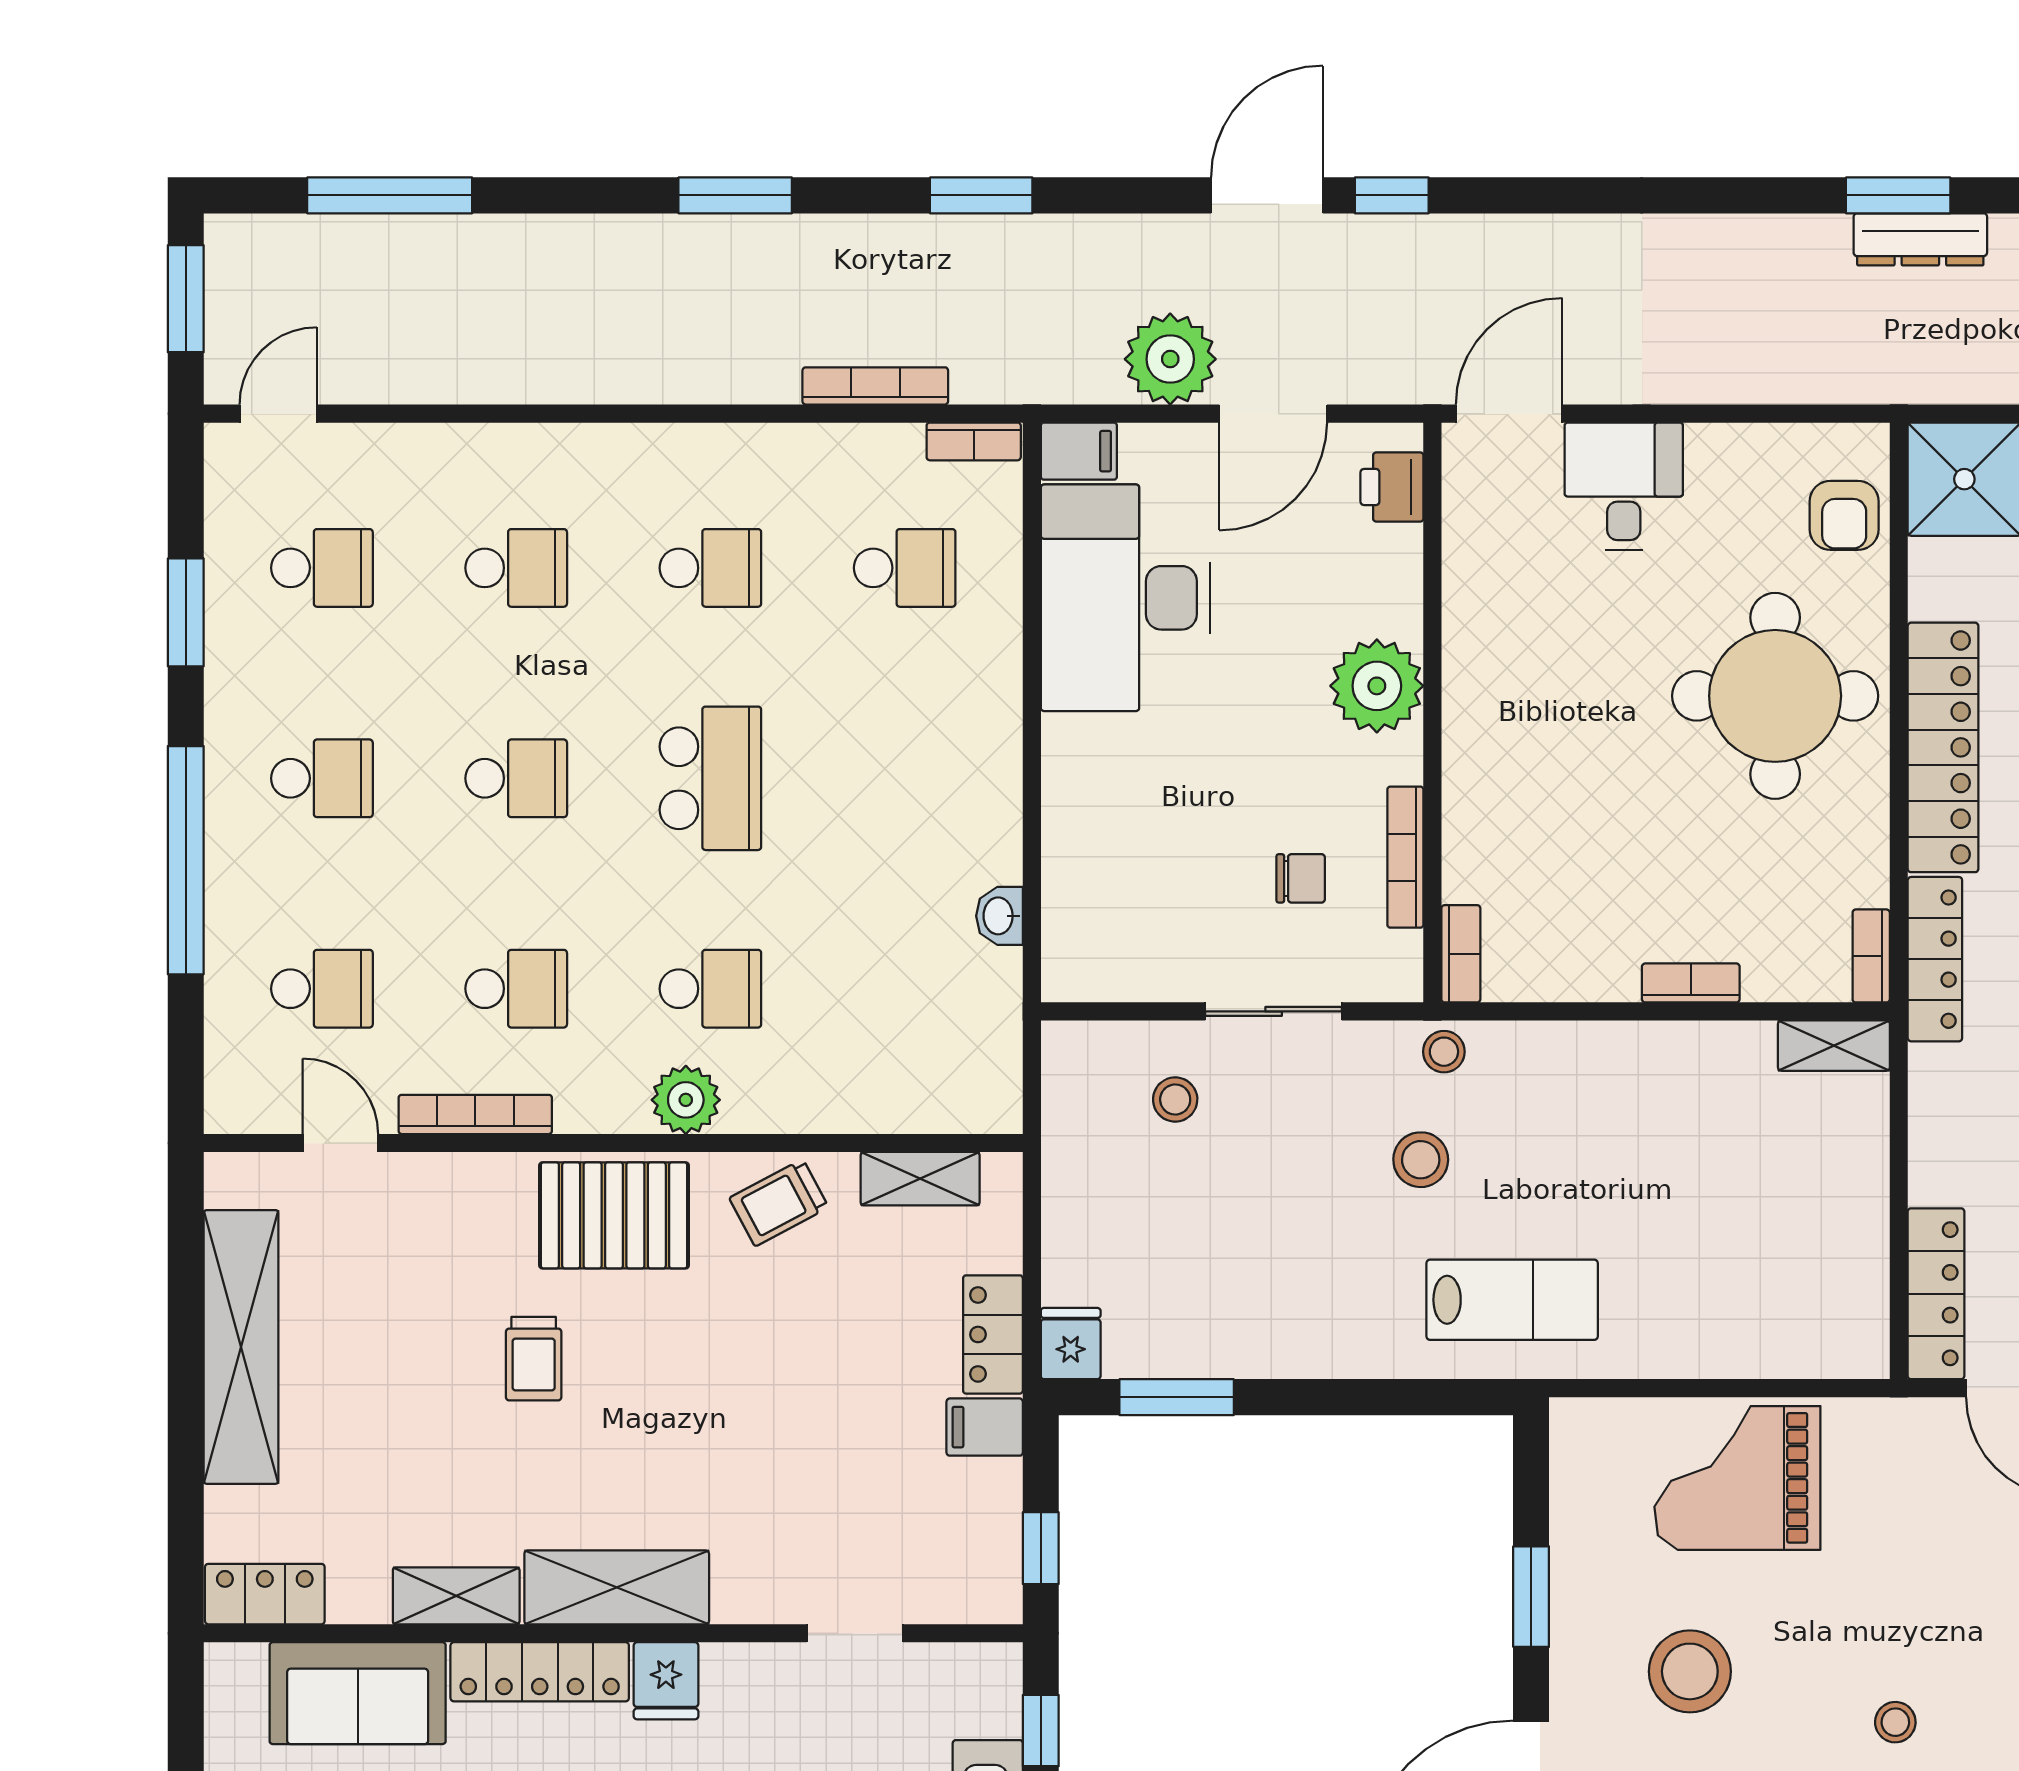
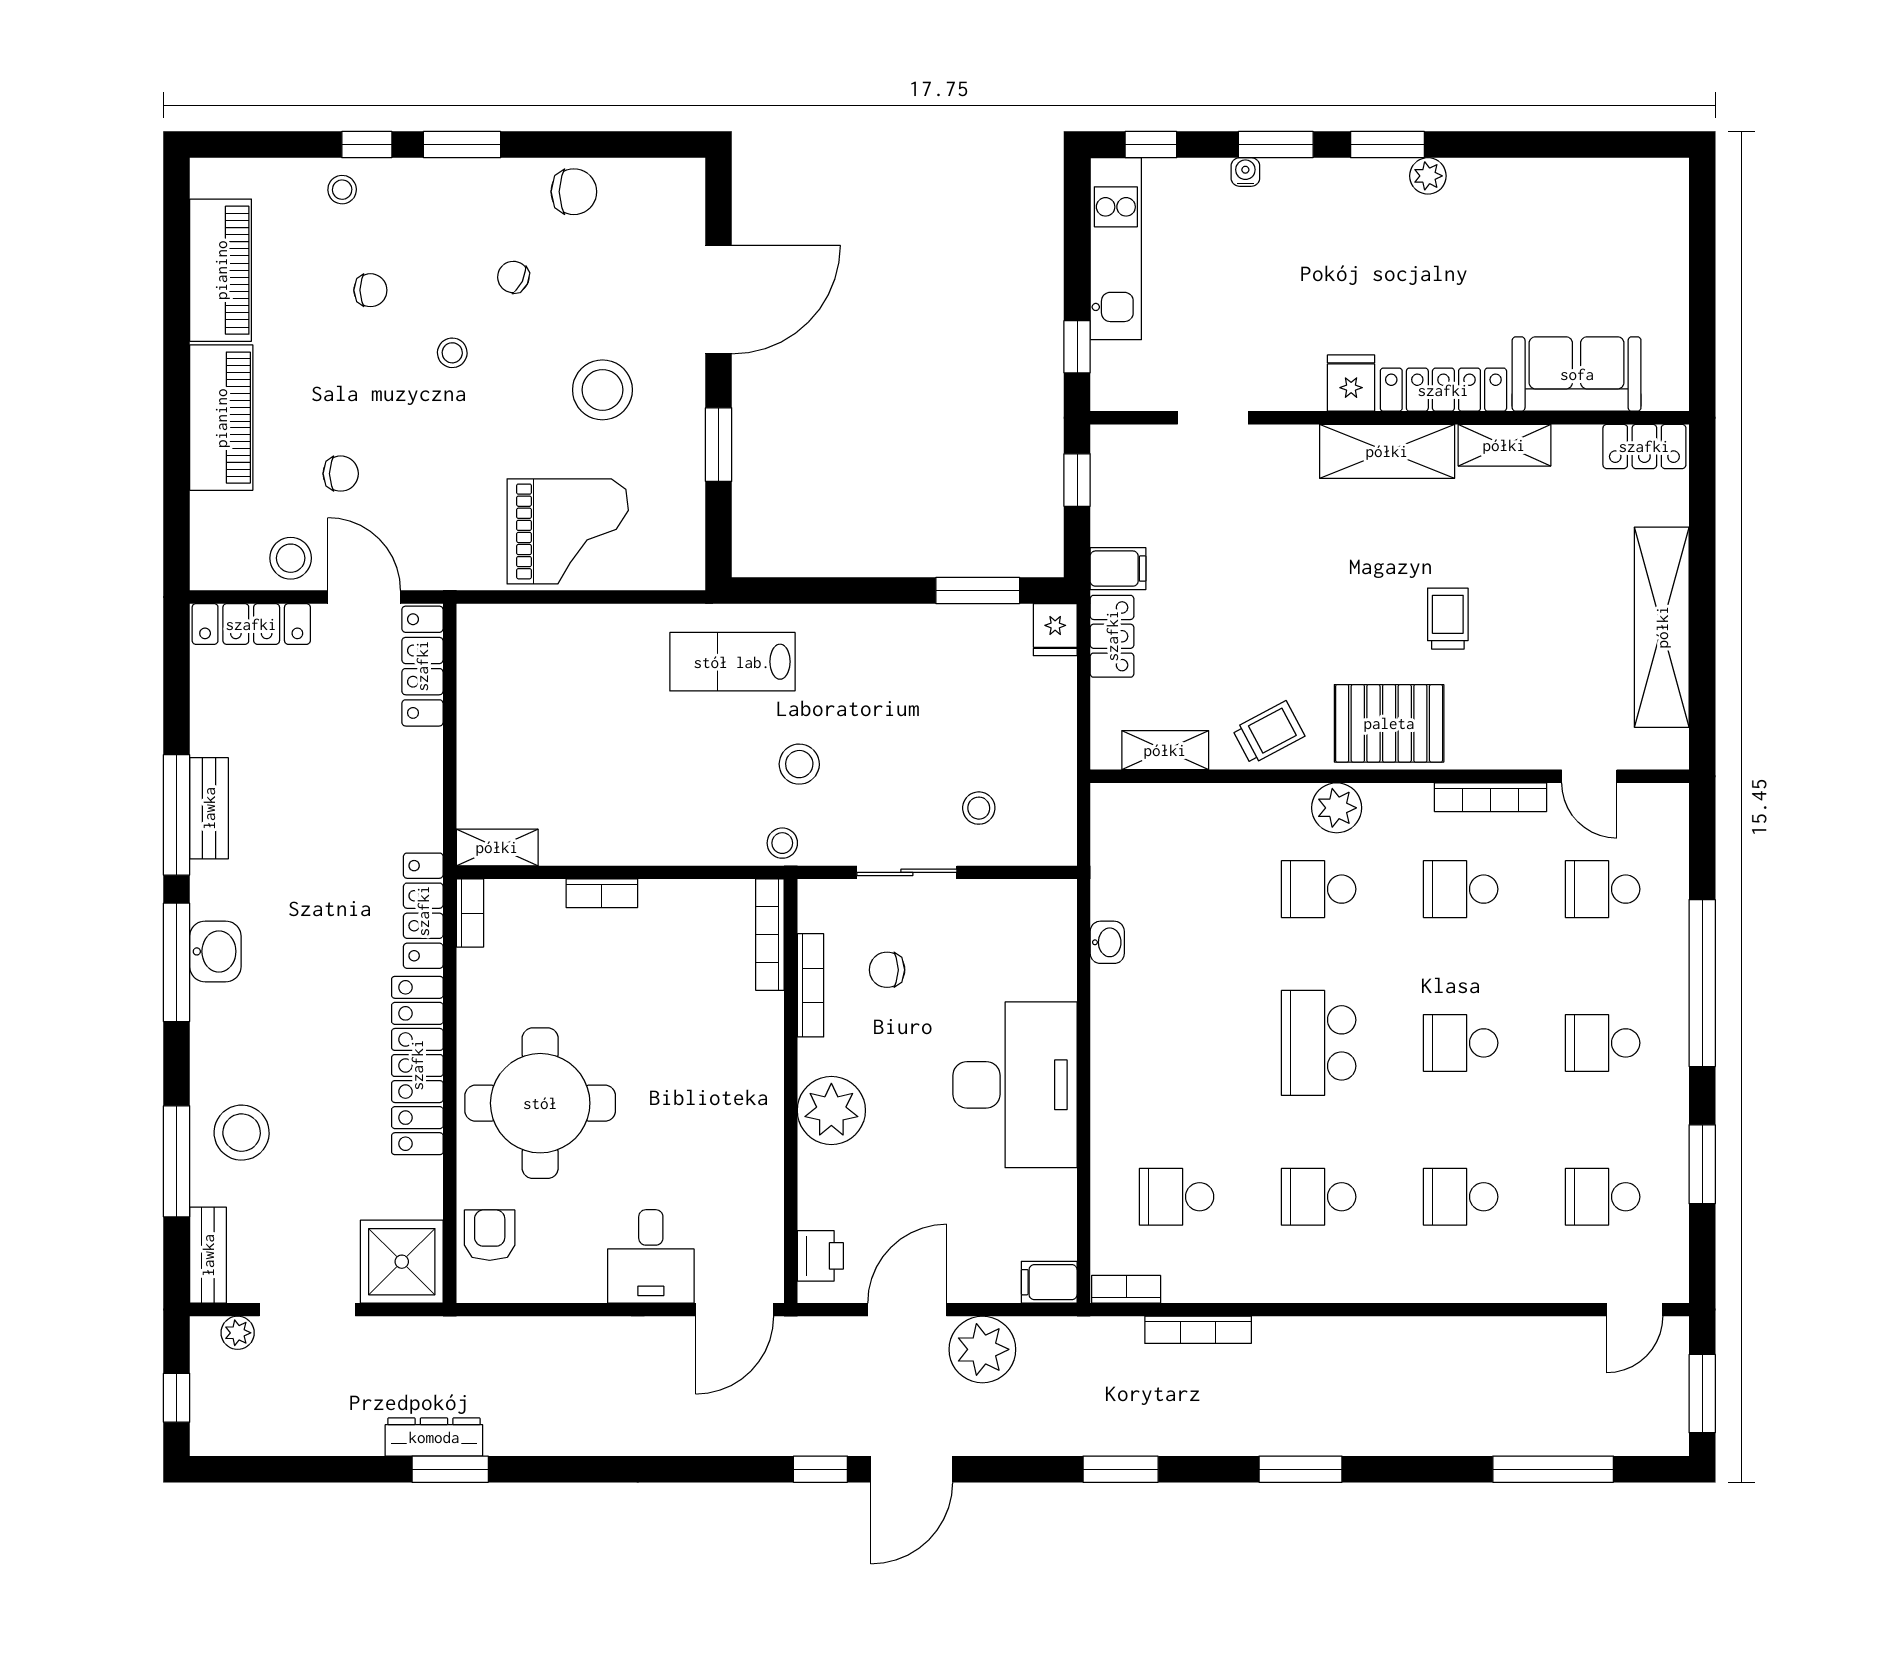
desk: (1126, 598) -> (1015, 1085), moved
bookcase: (1461, 954) -> (770, 935), width x1.56

